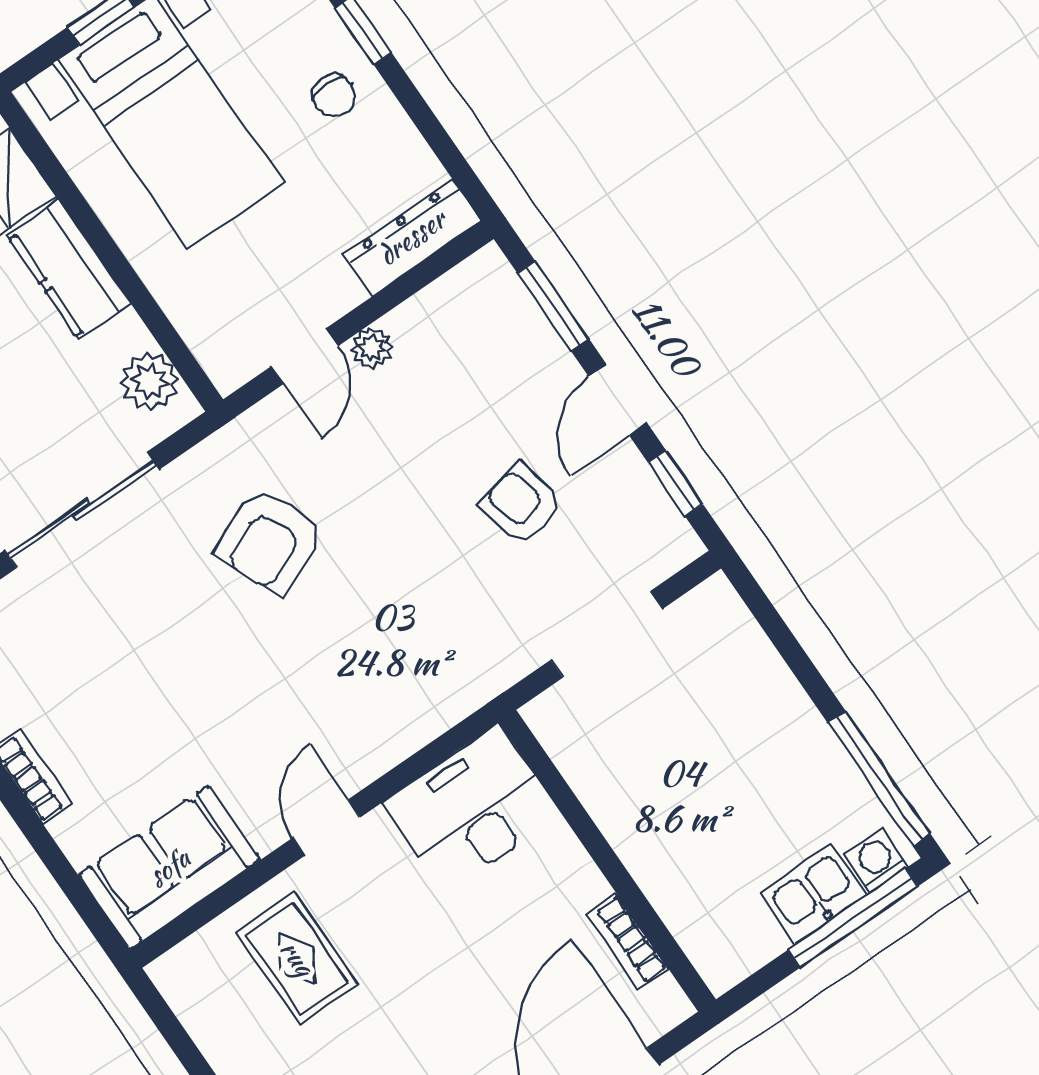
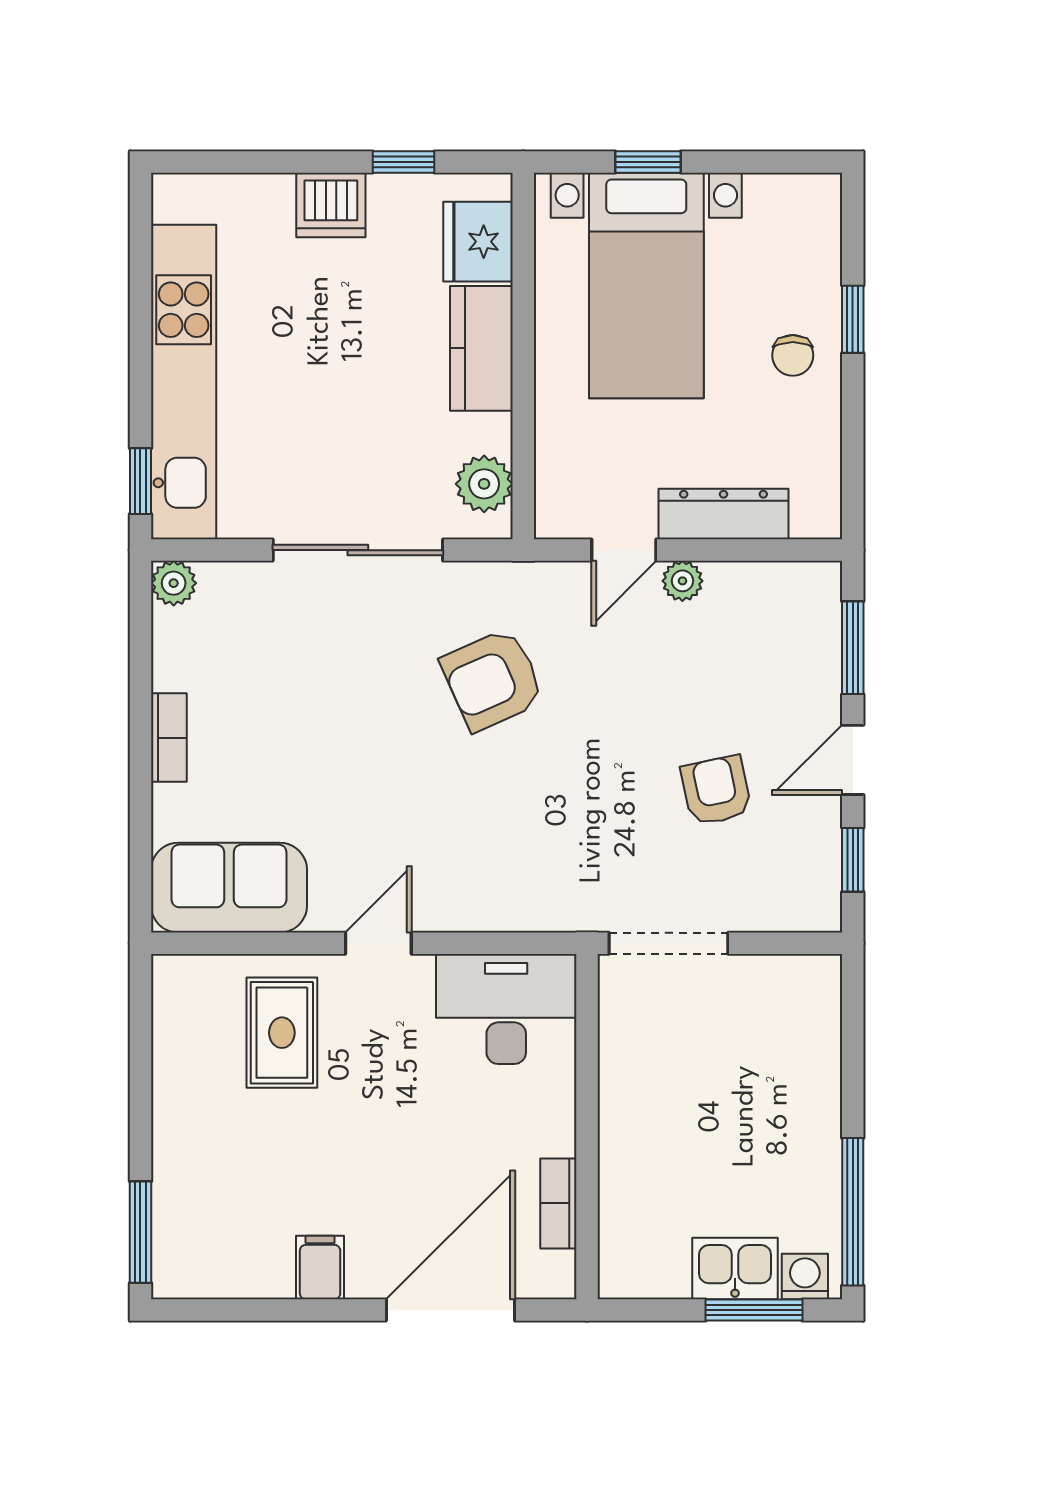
dresser: (412, 237) -> (724, 514), moved
doorway: (607, 634) -> (668, 943), moved
window: (853, 918) -> (754, 1310), width x0.69

